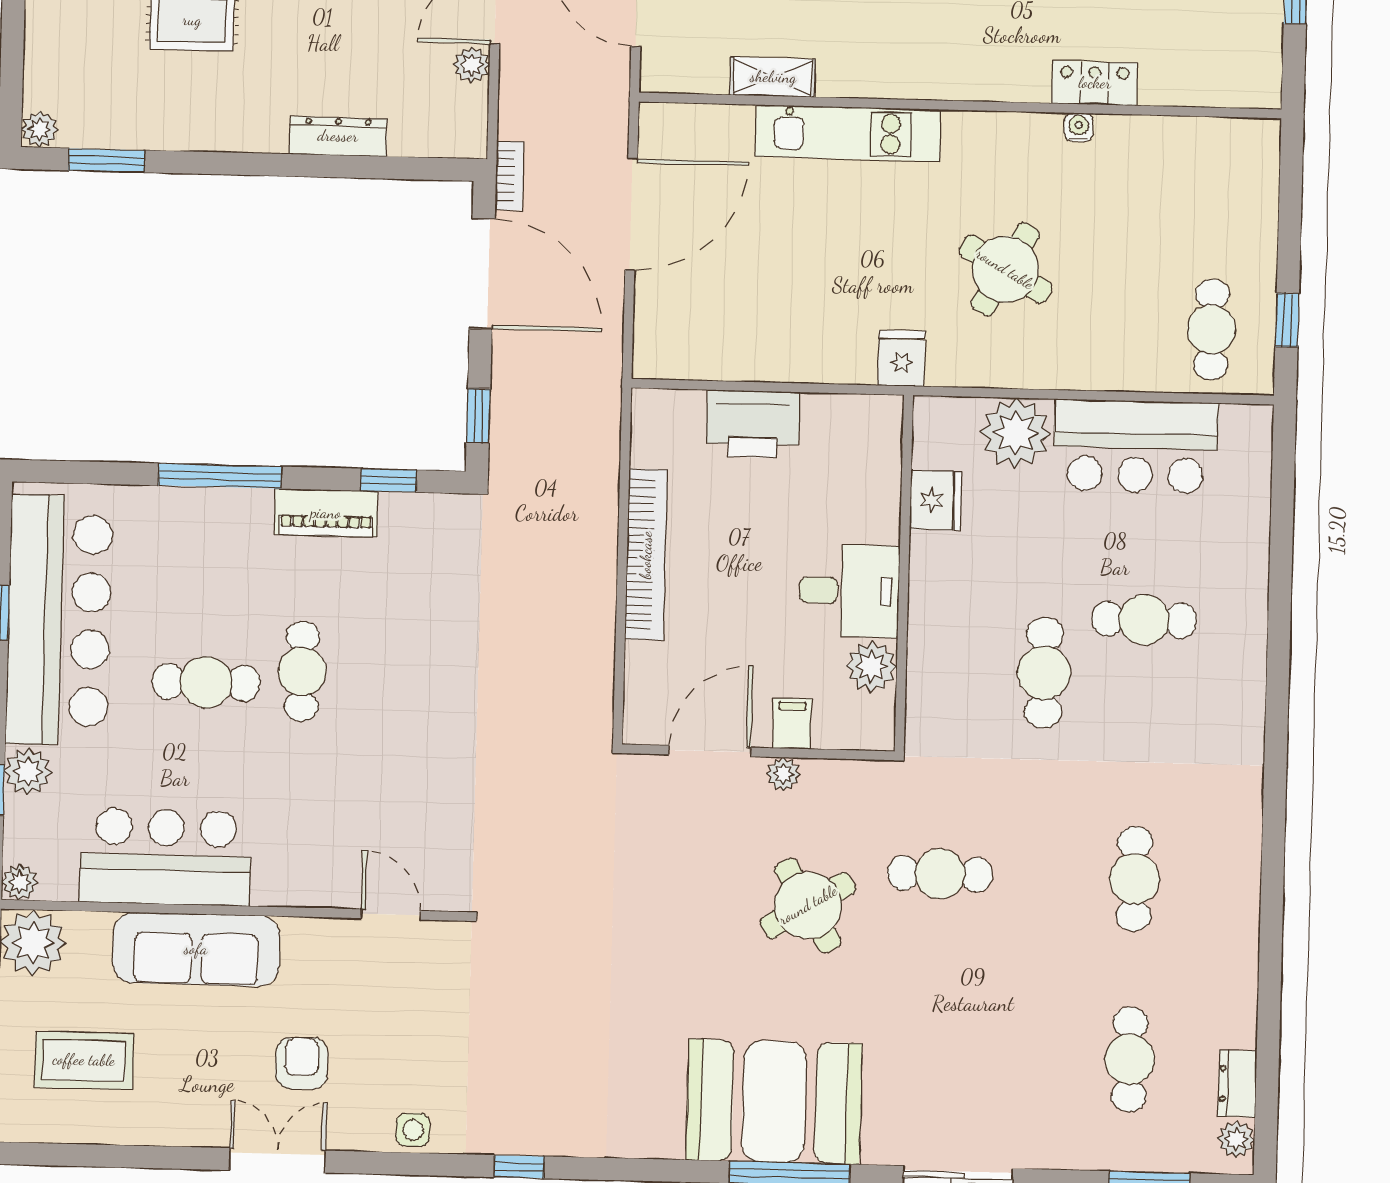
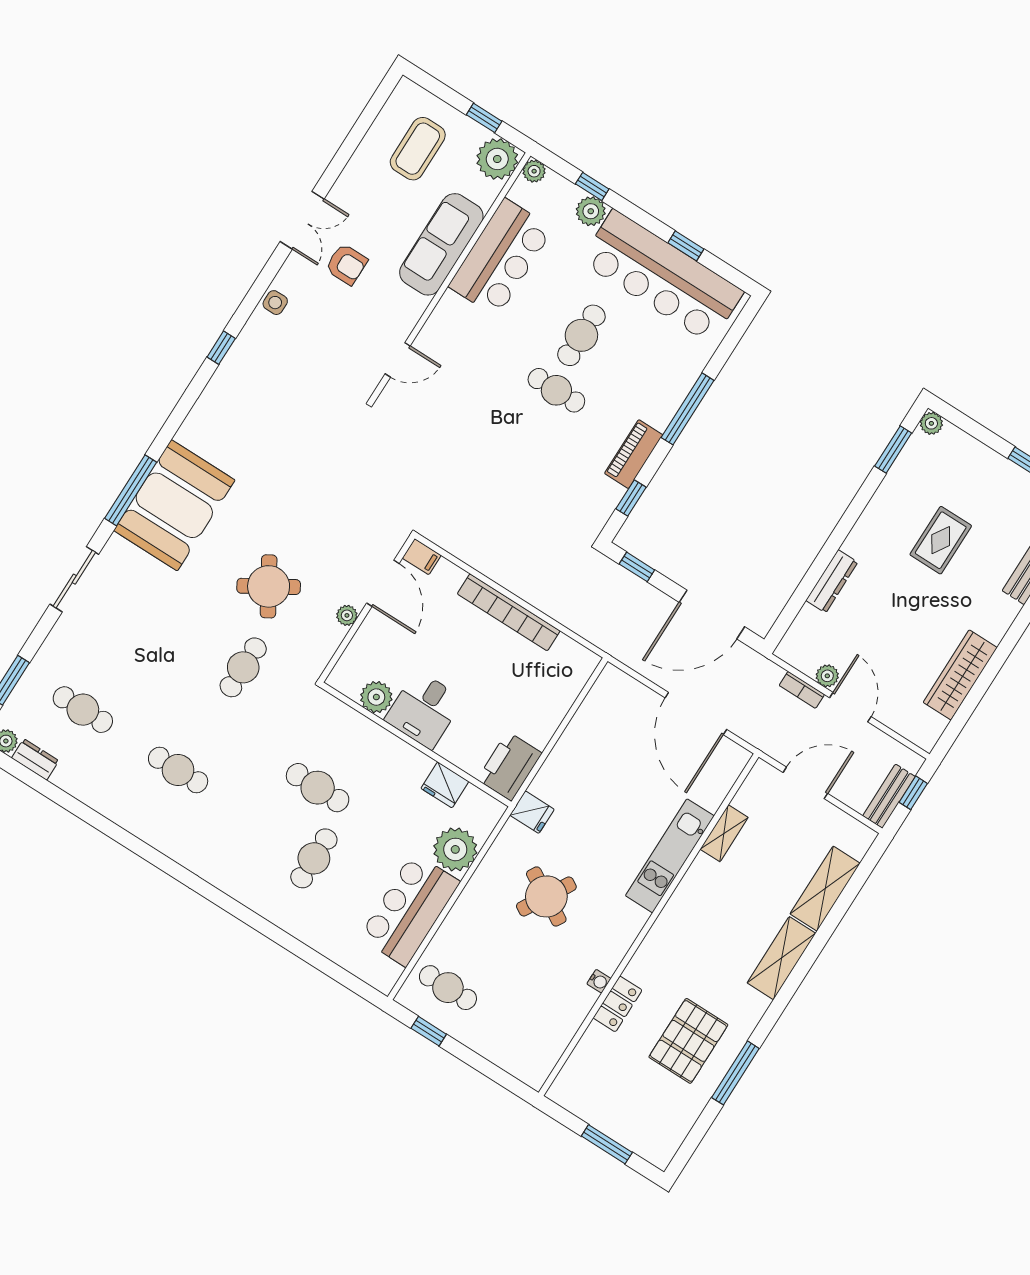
bookcase: (510, 176) -> (802, 690), moved
printer: (753, 424) -> (509, 766), moved
filing cabinet: (792, 724) -> (422, 557), moved

